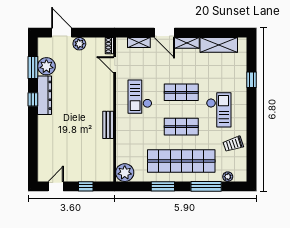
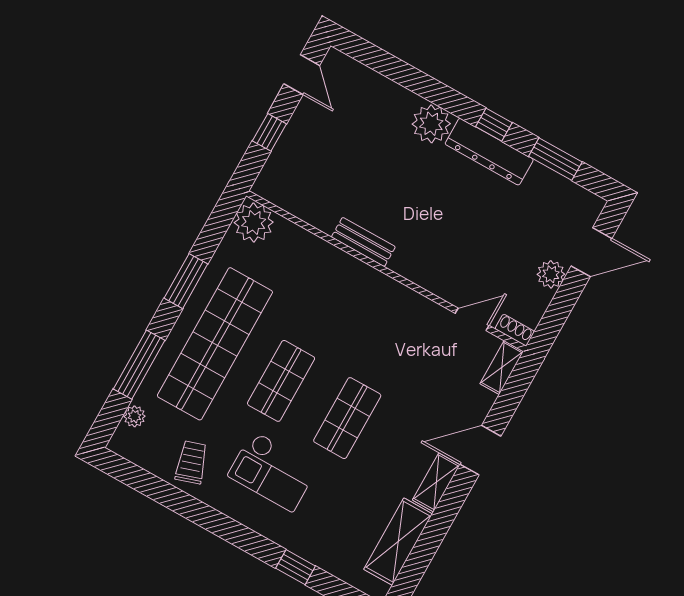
shelving: (139, 42) -> (502, 368), moved
plant: (46, 66) -> (431, 124), moved
checkout: (140, 97) -> (384, 334), removed

